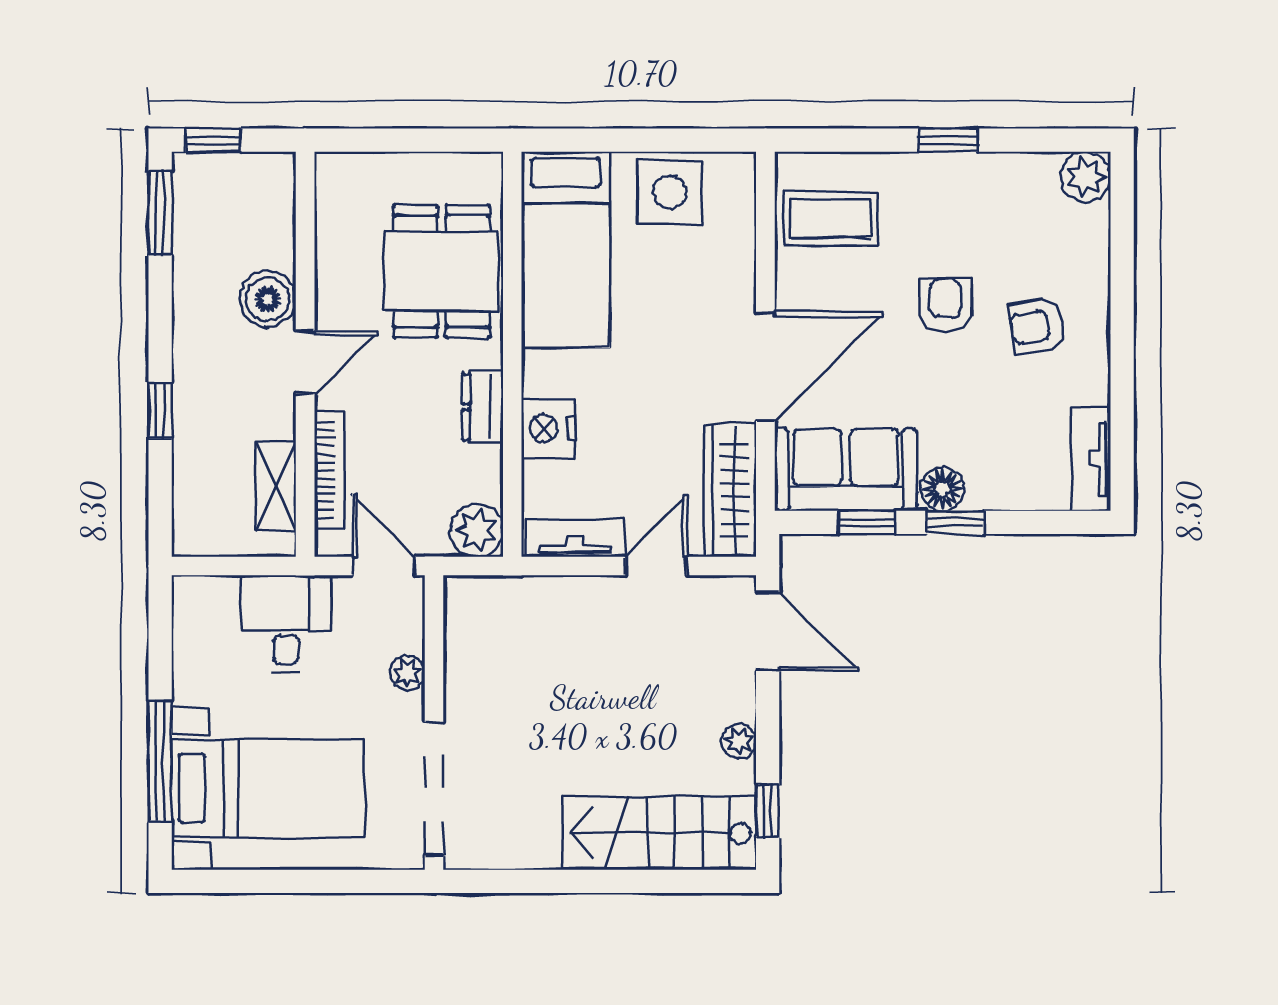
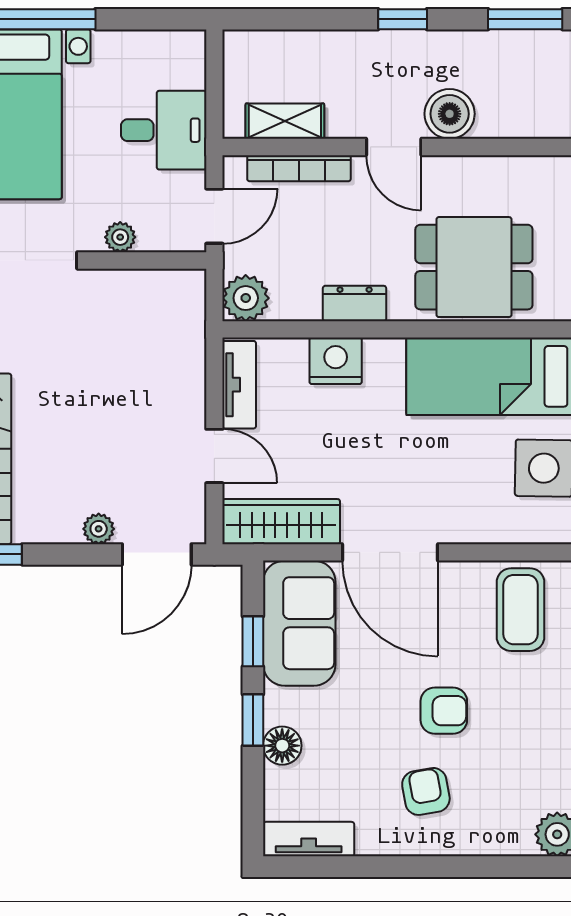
window: (160, 411) -> (403, 19), moved
floor lamp: (942, 489) -> (282, 746), moved
plant: (739, 741) -> (99, 529), moved

